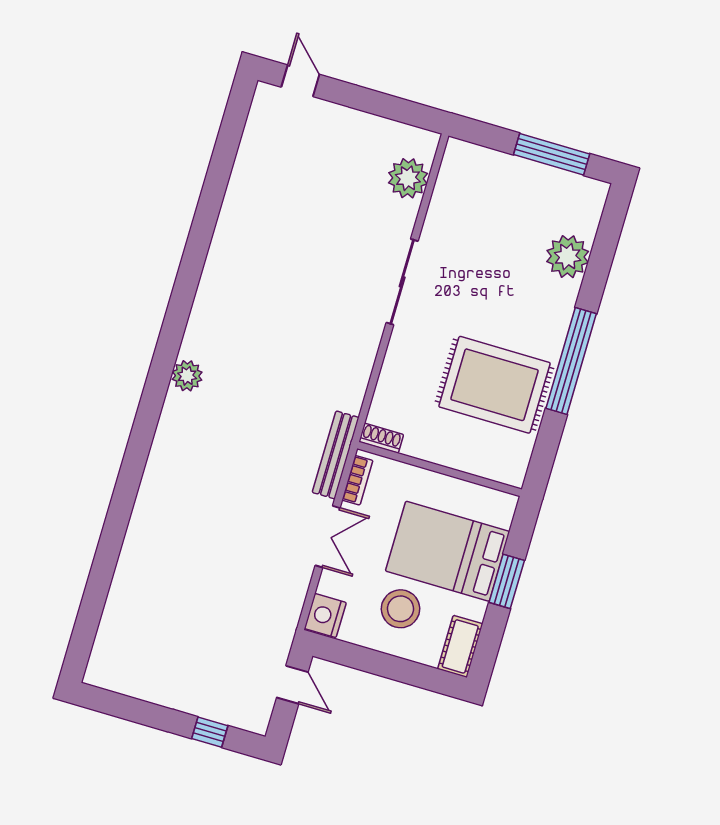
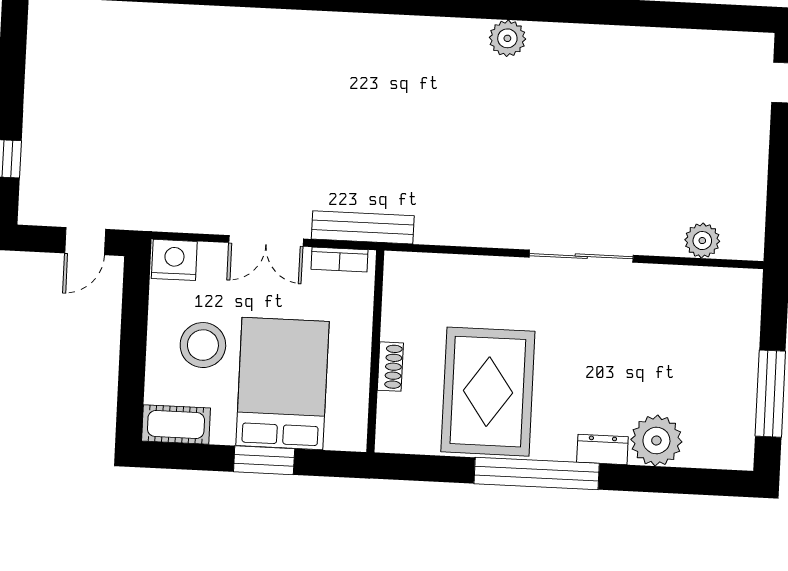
plant: (408, 178) -> (702, 241), width x0.73, depth x0.73
dresser: (564, 302) -> (602, 449), added
plant: (187, 376) -> (507, 38), moved
shoe rack: (381, 438) -> (390, 367), moved

